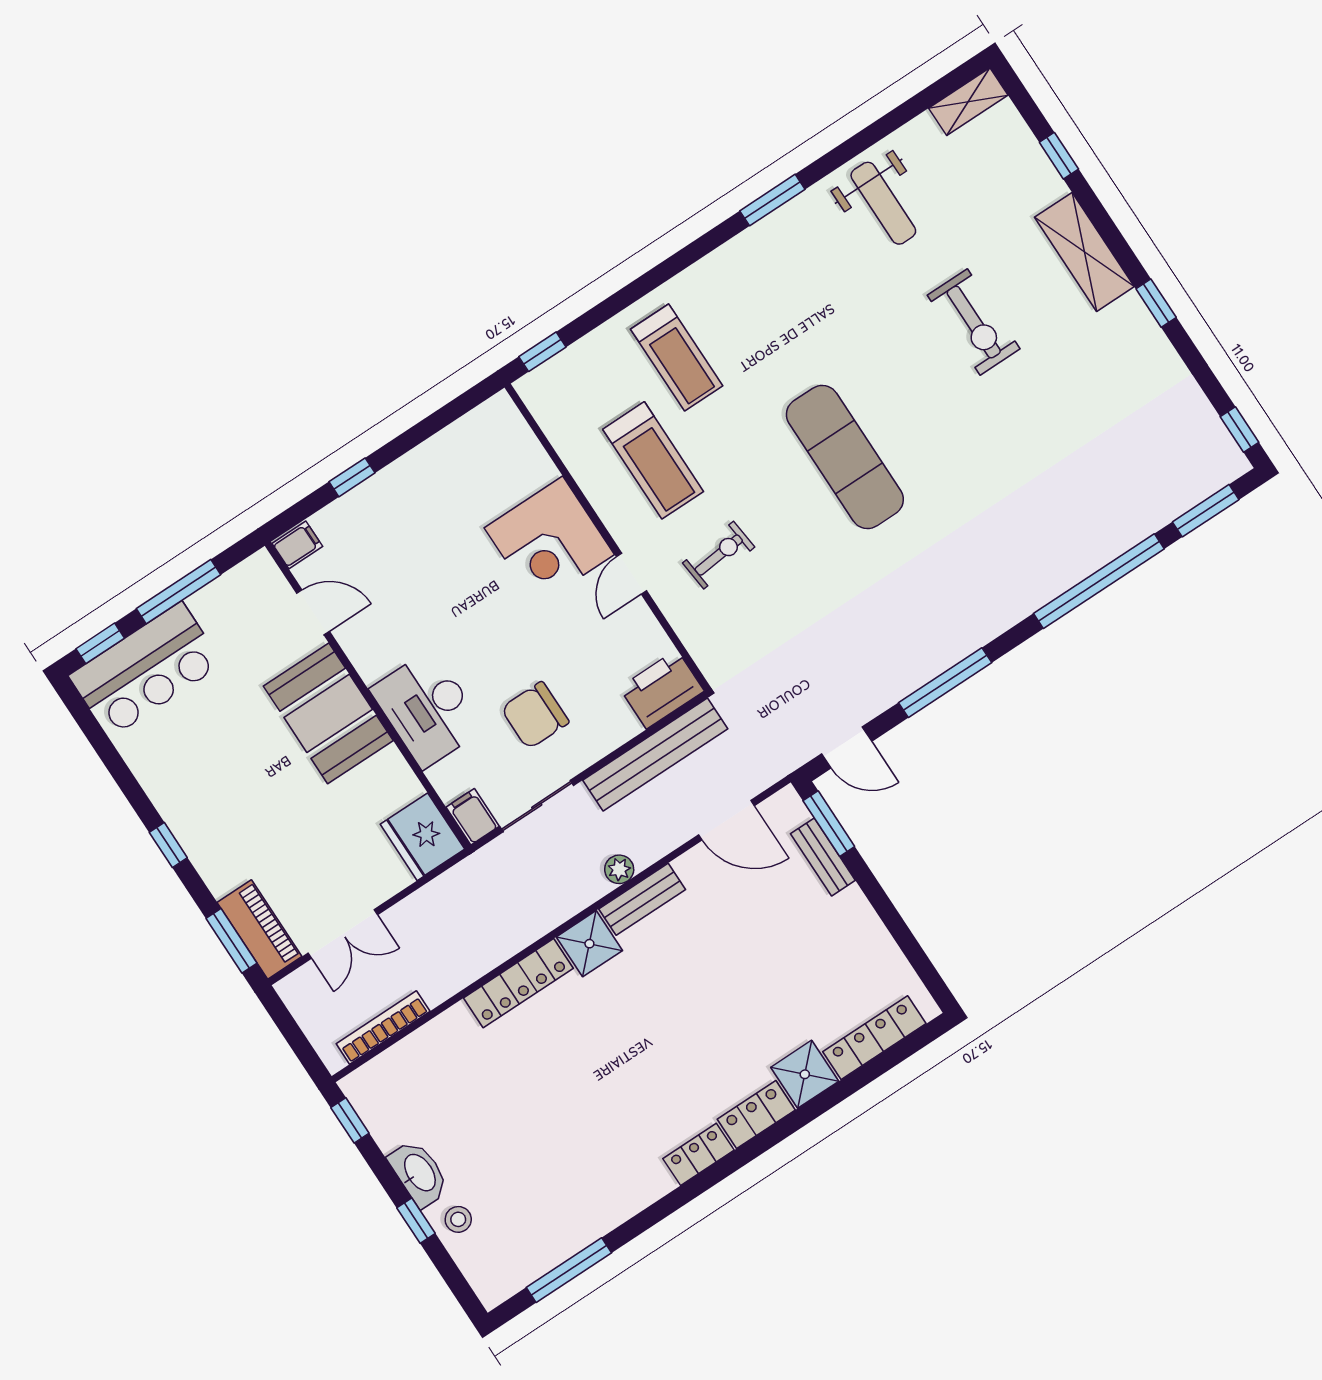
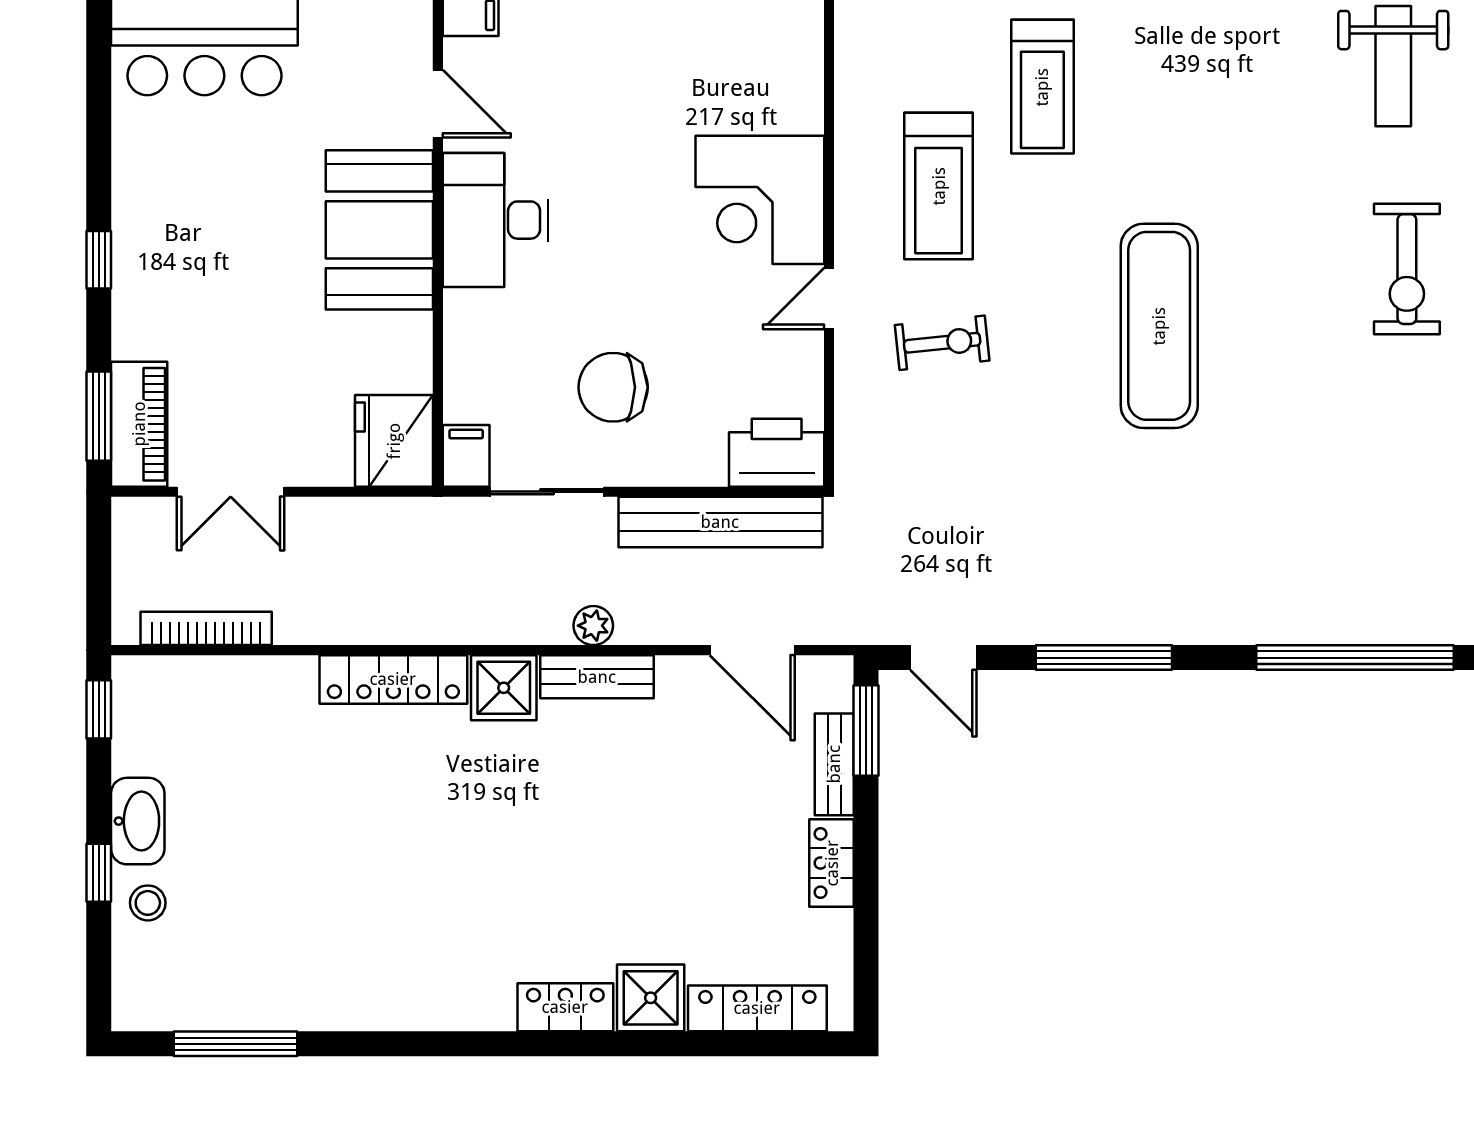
desk: (427, 709) -> (496, 220), moved
locker: (699, 1154) -> (832, 863), moved, turned -90

